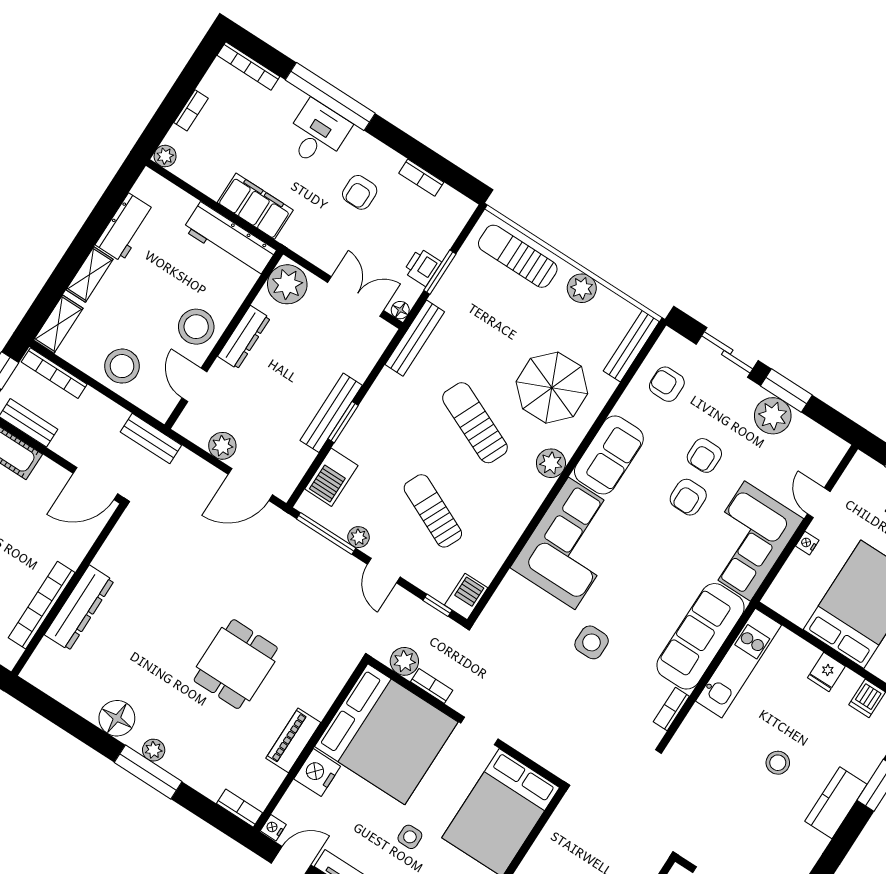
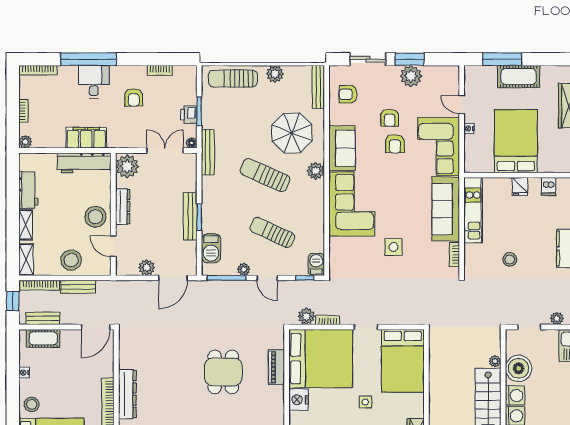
bench: (151, 439) -> (78, 287), moved
piano: (293, 740) -> (276, 367), moved
stool: (778, 763) -> (510, 259), moved

